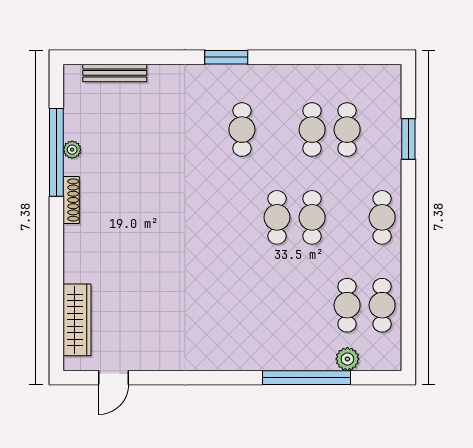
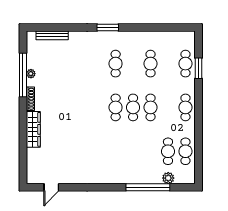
cafe table: (347, 130) -> (185, 64), moved
cafe table: (242, 217) -> (116, 107), added
wardrobe: (77, 320) -> (33, 129), moved

